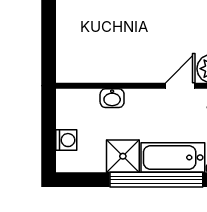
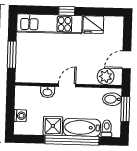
window: (49, 36) -> (12, 55), added
door: (180, 86) -> (67, 85), moved

